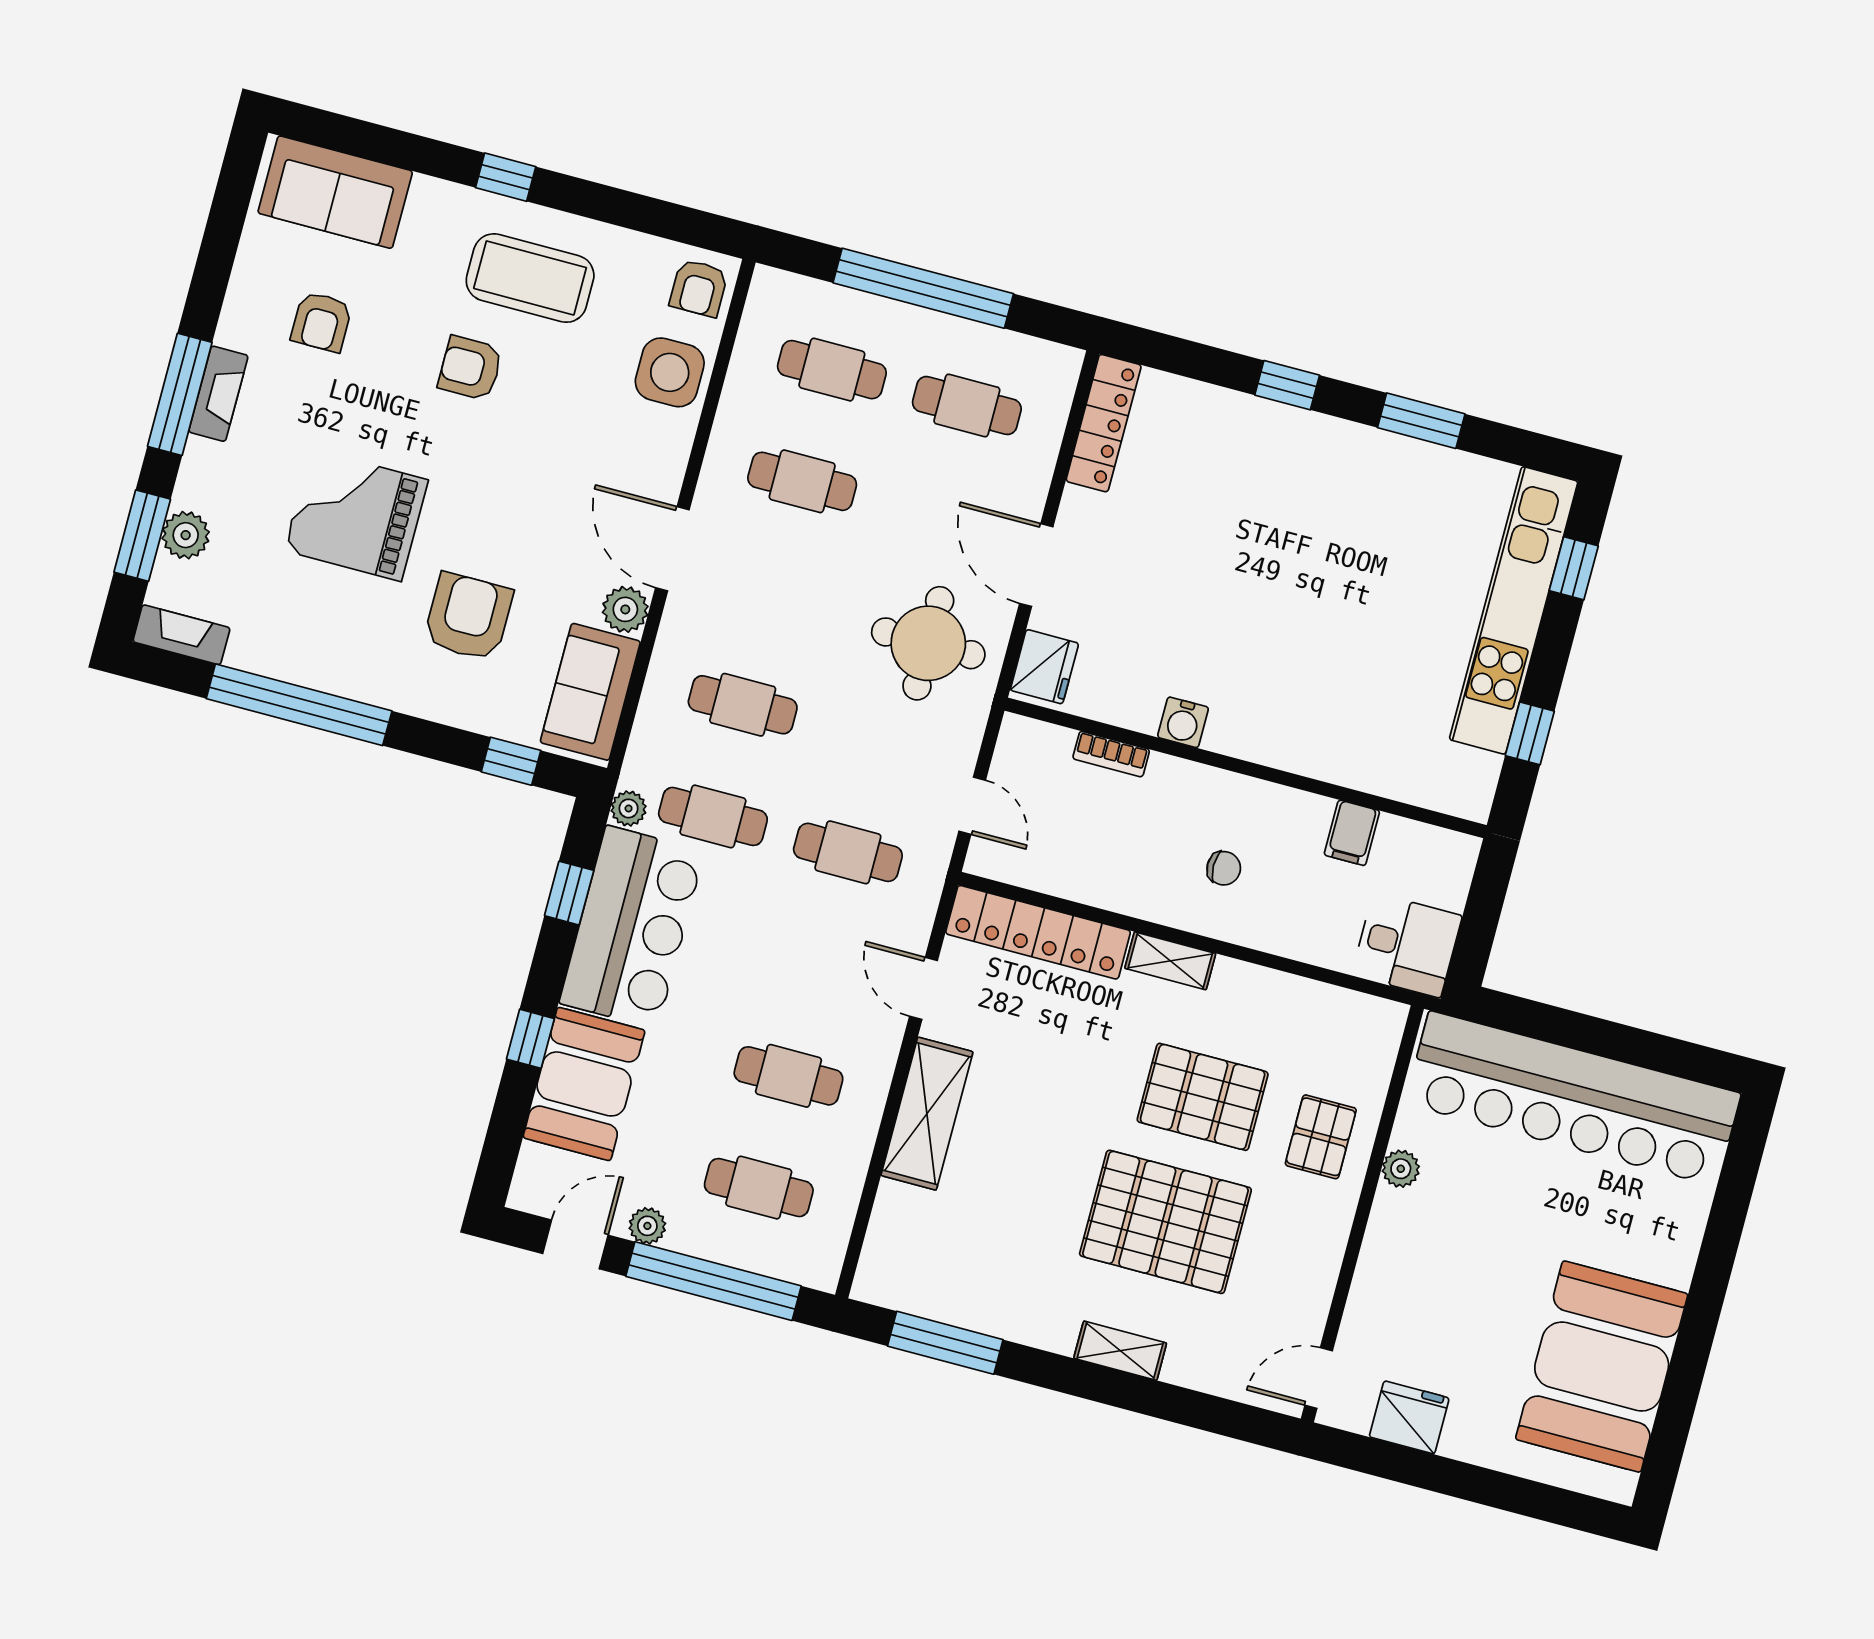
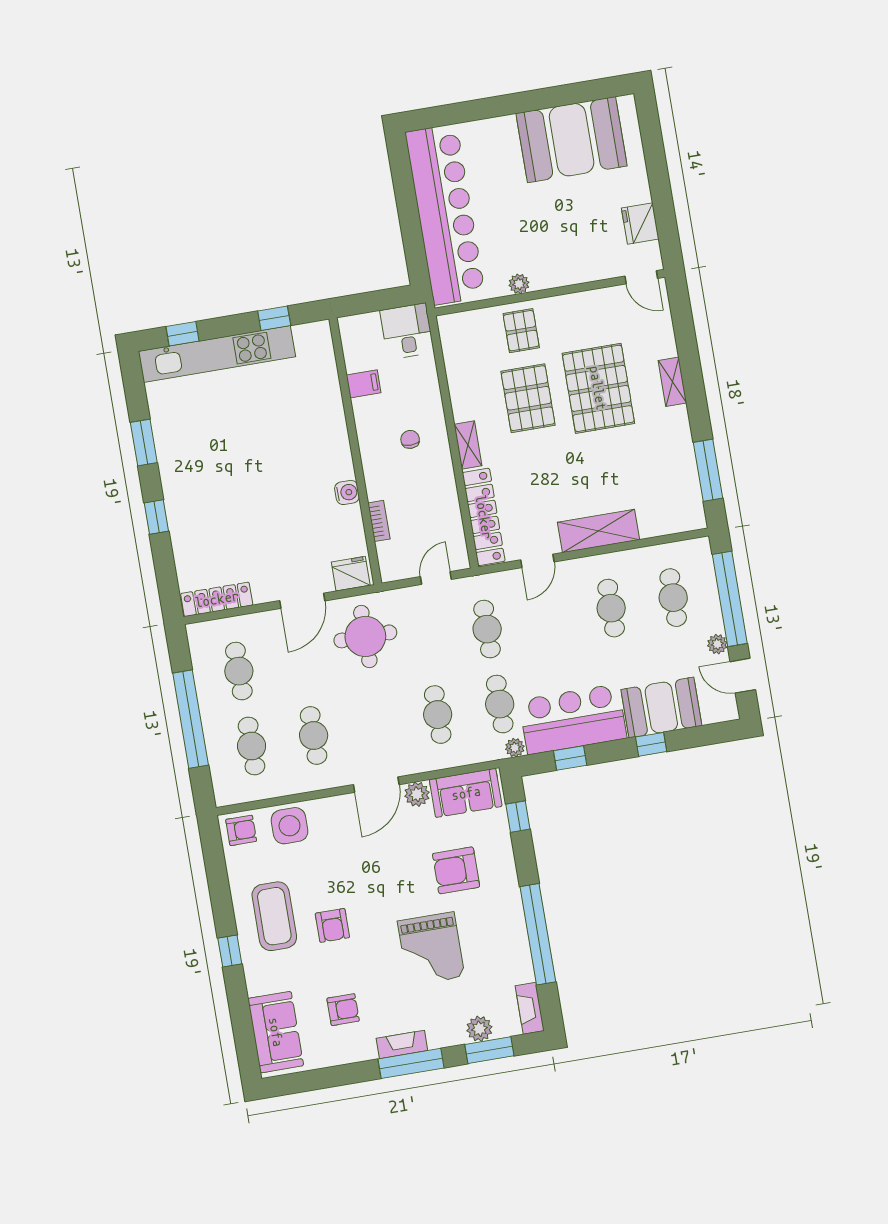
pallet: (1321, 1137) -> (521, 331), turned 90

